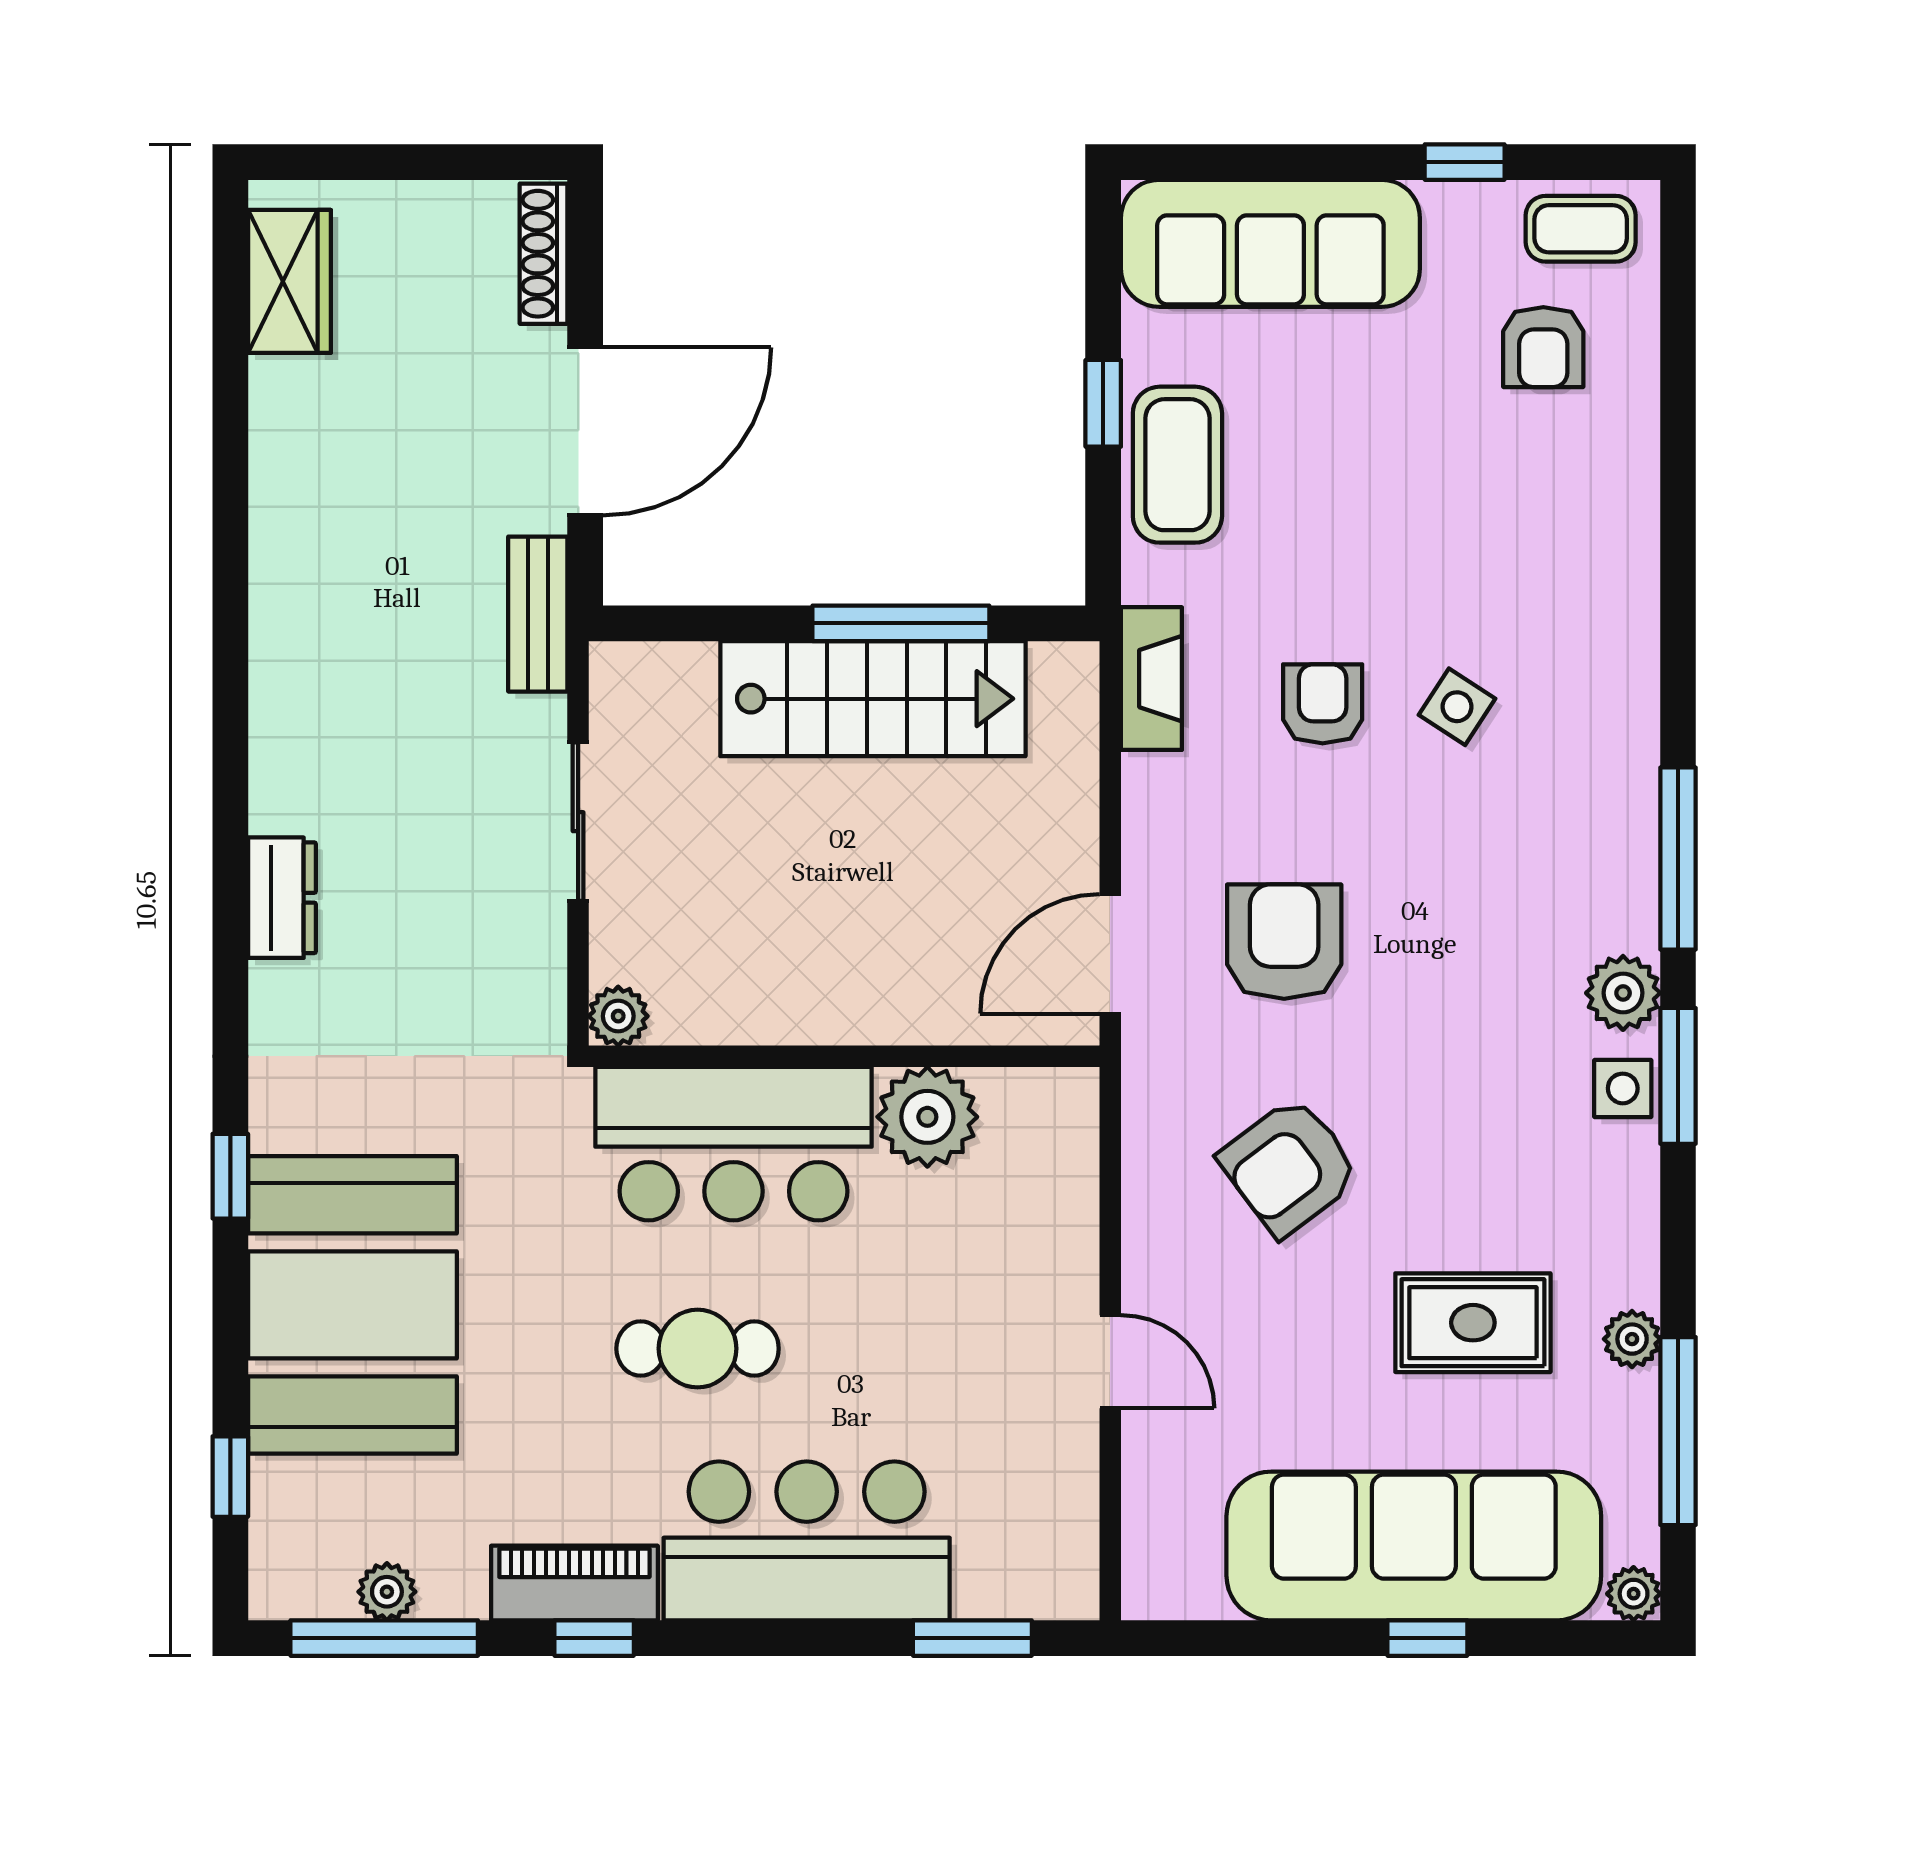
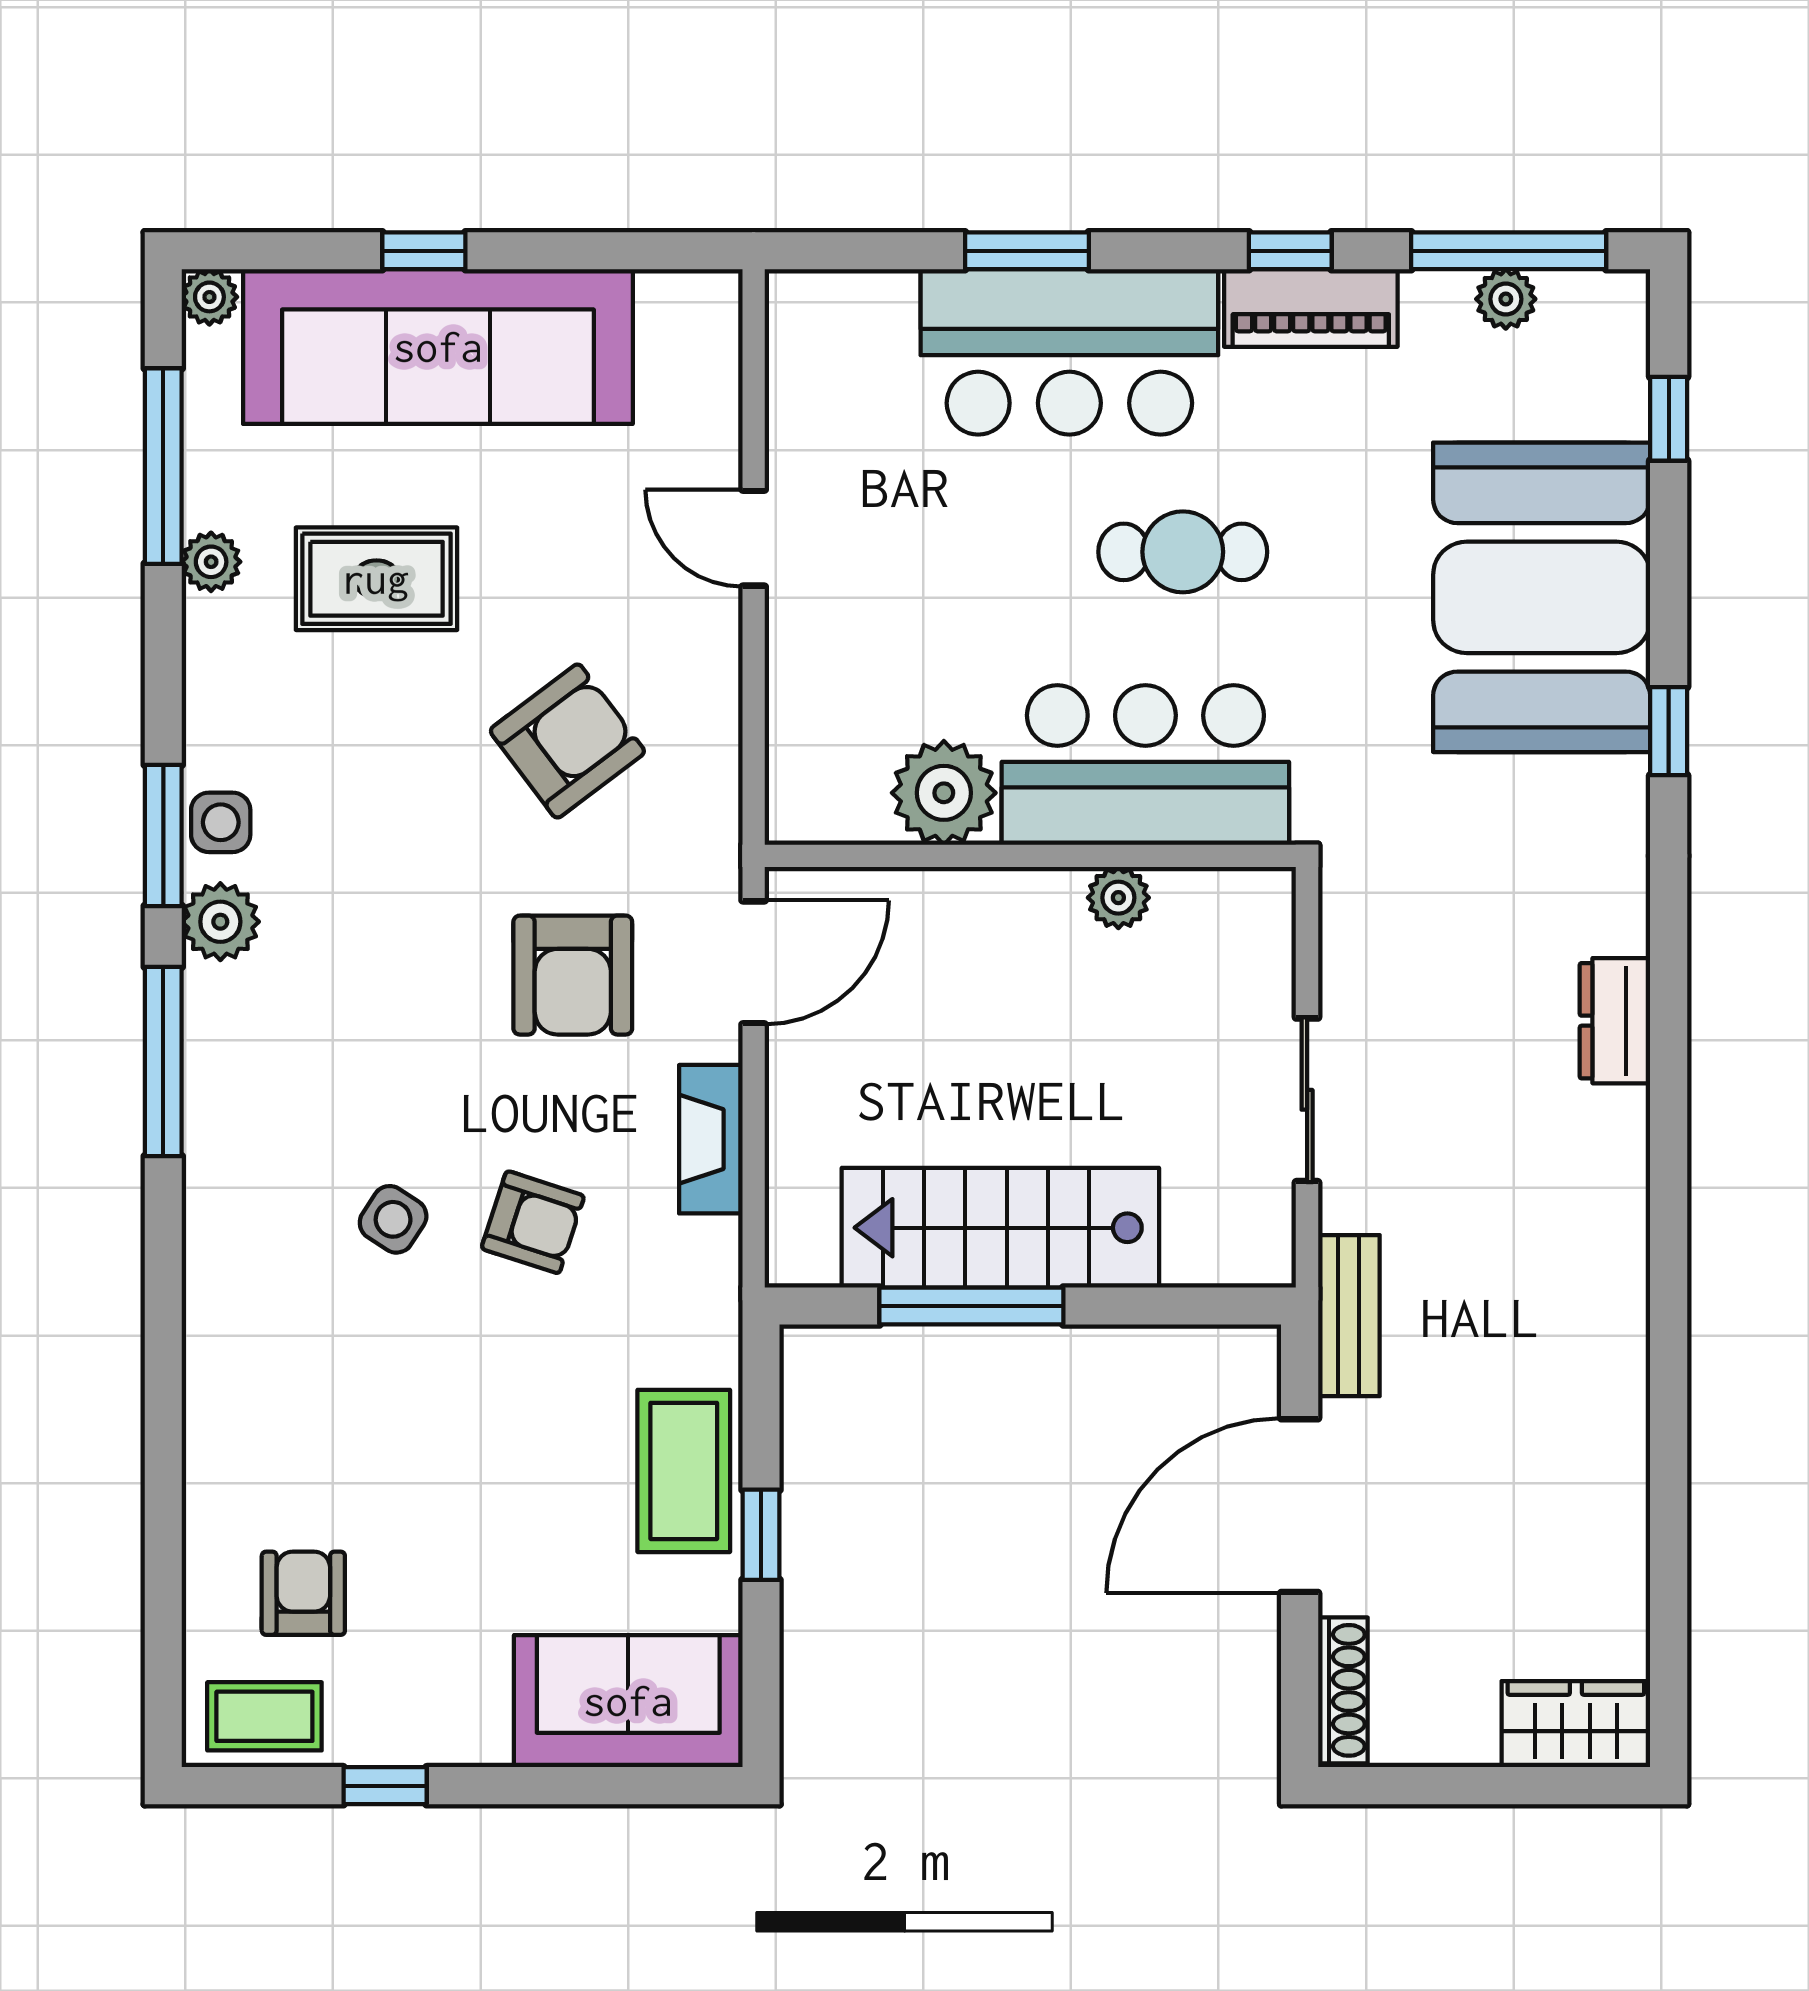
sofa: (1270, 243) -> (628, 1701), width x0.73
wardrobe: (290, 281) -> (1576, 1724), moved, turned 90
fireplace: (1151, 679) -> (711, 1139), moved
armchair: (1323, 704) -> (533, 1222), turned -72
plant: (618, 1016) -> (1118, 898), moved
window: (972, 1638) -> (1027, 251), moved

